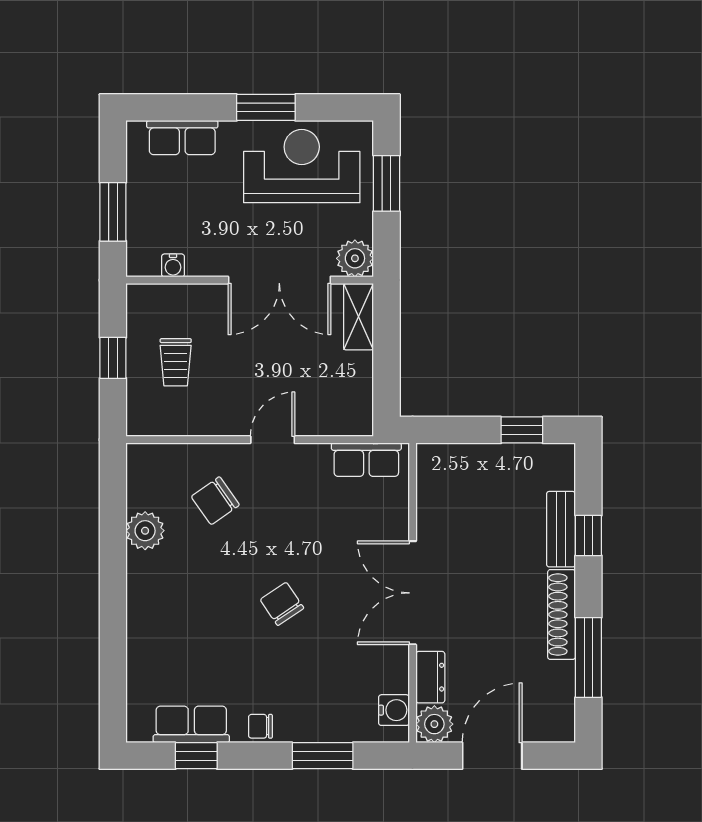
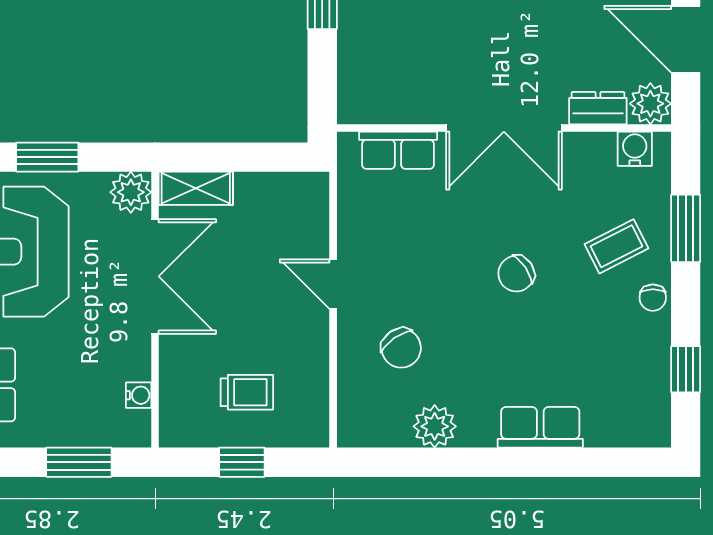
row of seats: (366, 460) -> (398, 150), moved, turned 90
coffee table: (306, 694) -> (617, 246), added
row of seats: (191, 724) -> (540, 427), moved, turned 90

